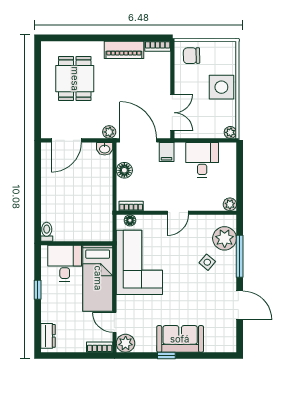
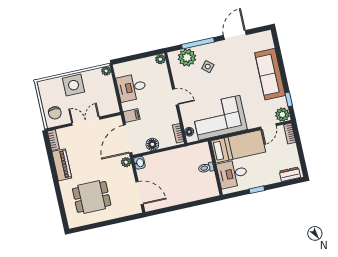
double door: (172, 113) -> (86, 121), moved
toilet: (47, 232) -> (206, 168), moved
sofa: (180, 339) -> (270, 74), width x1.36
window: (166, 356) -> (289, 99), moved

